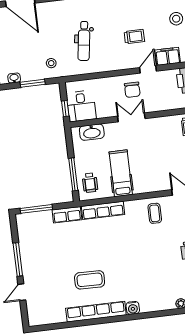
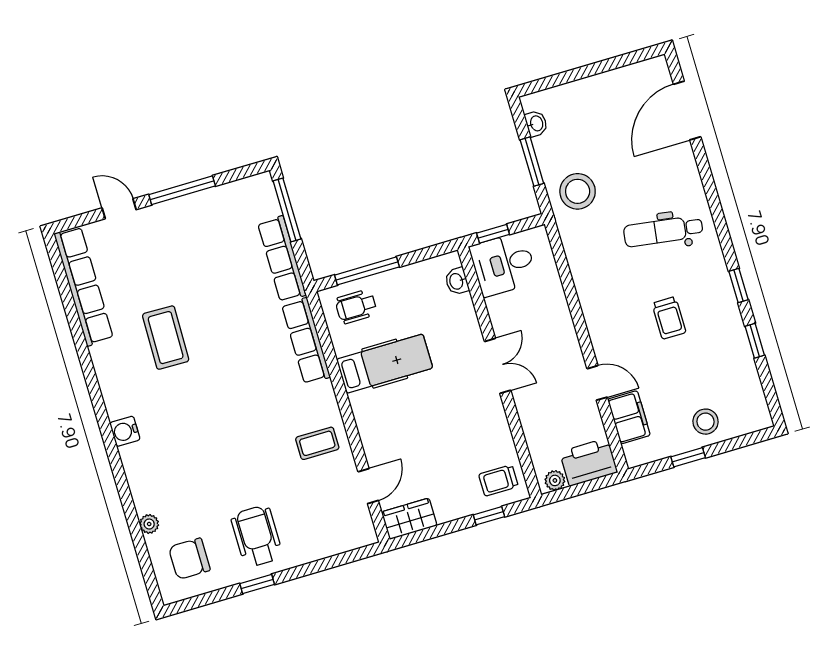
trolley: (134, 37) -> (669, 318), moved
dental chair: (84, 41) -> (663, 231), moved
stool: (51, 63) -> (578, 191), width x1.89, depth x1.89
chair: (132, 90) -> (552, 359), removed
washbasin: (92, 132) -> (457, 281), width x0.52, depth x0.69
row of seats: (67, 215) -> (282, 259), width x1.48
row of seats: (96, 312) -> (84, 286), moved

